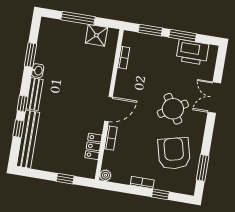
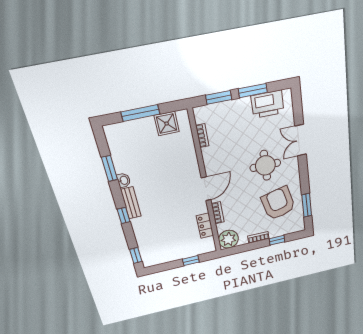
round table: (173, 109) -> (265, 165), turned 31
window: (18, 129) -> (136, 255), moved
bench: (28, 139) -> (144, 243), removed
plant: (105, 175) -> (228, 239), width x1.87, depth x1.87

